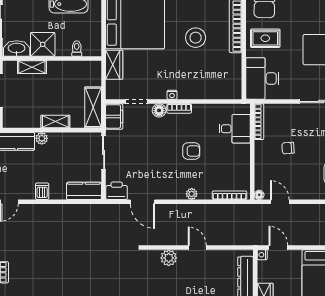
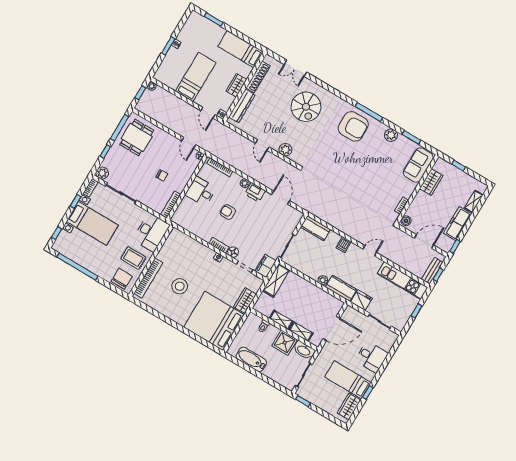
shelving: (55, 122) -> (281, 320), moved
desk: (235, 129) -> (201, 191), moved
printer: (117, 191) -> (255, 192), moved

